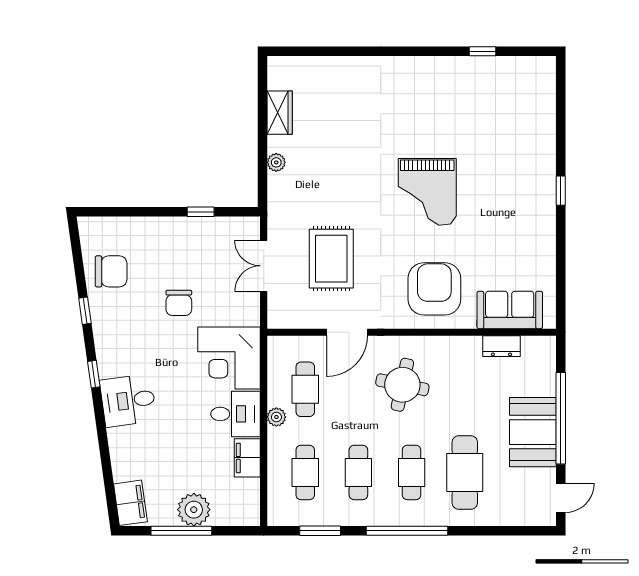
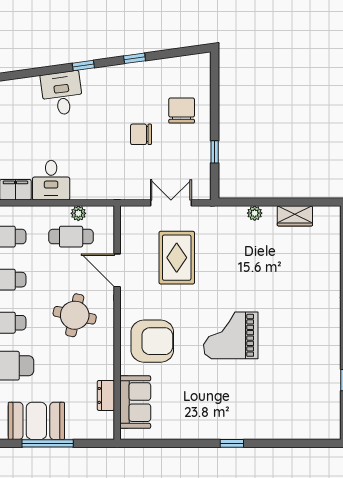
rug: (331, 259) -> (177, 258), turned 90
chair: (111, 271) -> (182, 111), moved, turned 180
corner desk: (229, 358) -> (96, 175), removed
plant: (276, 417) -> (78, 213), moved
window: (561, 418) -> (48, 443), width x0.68

